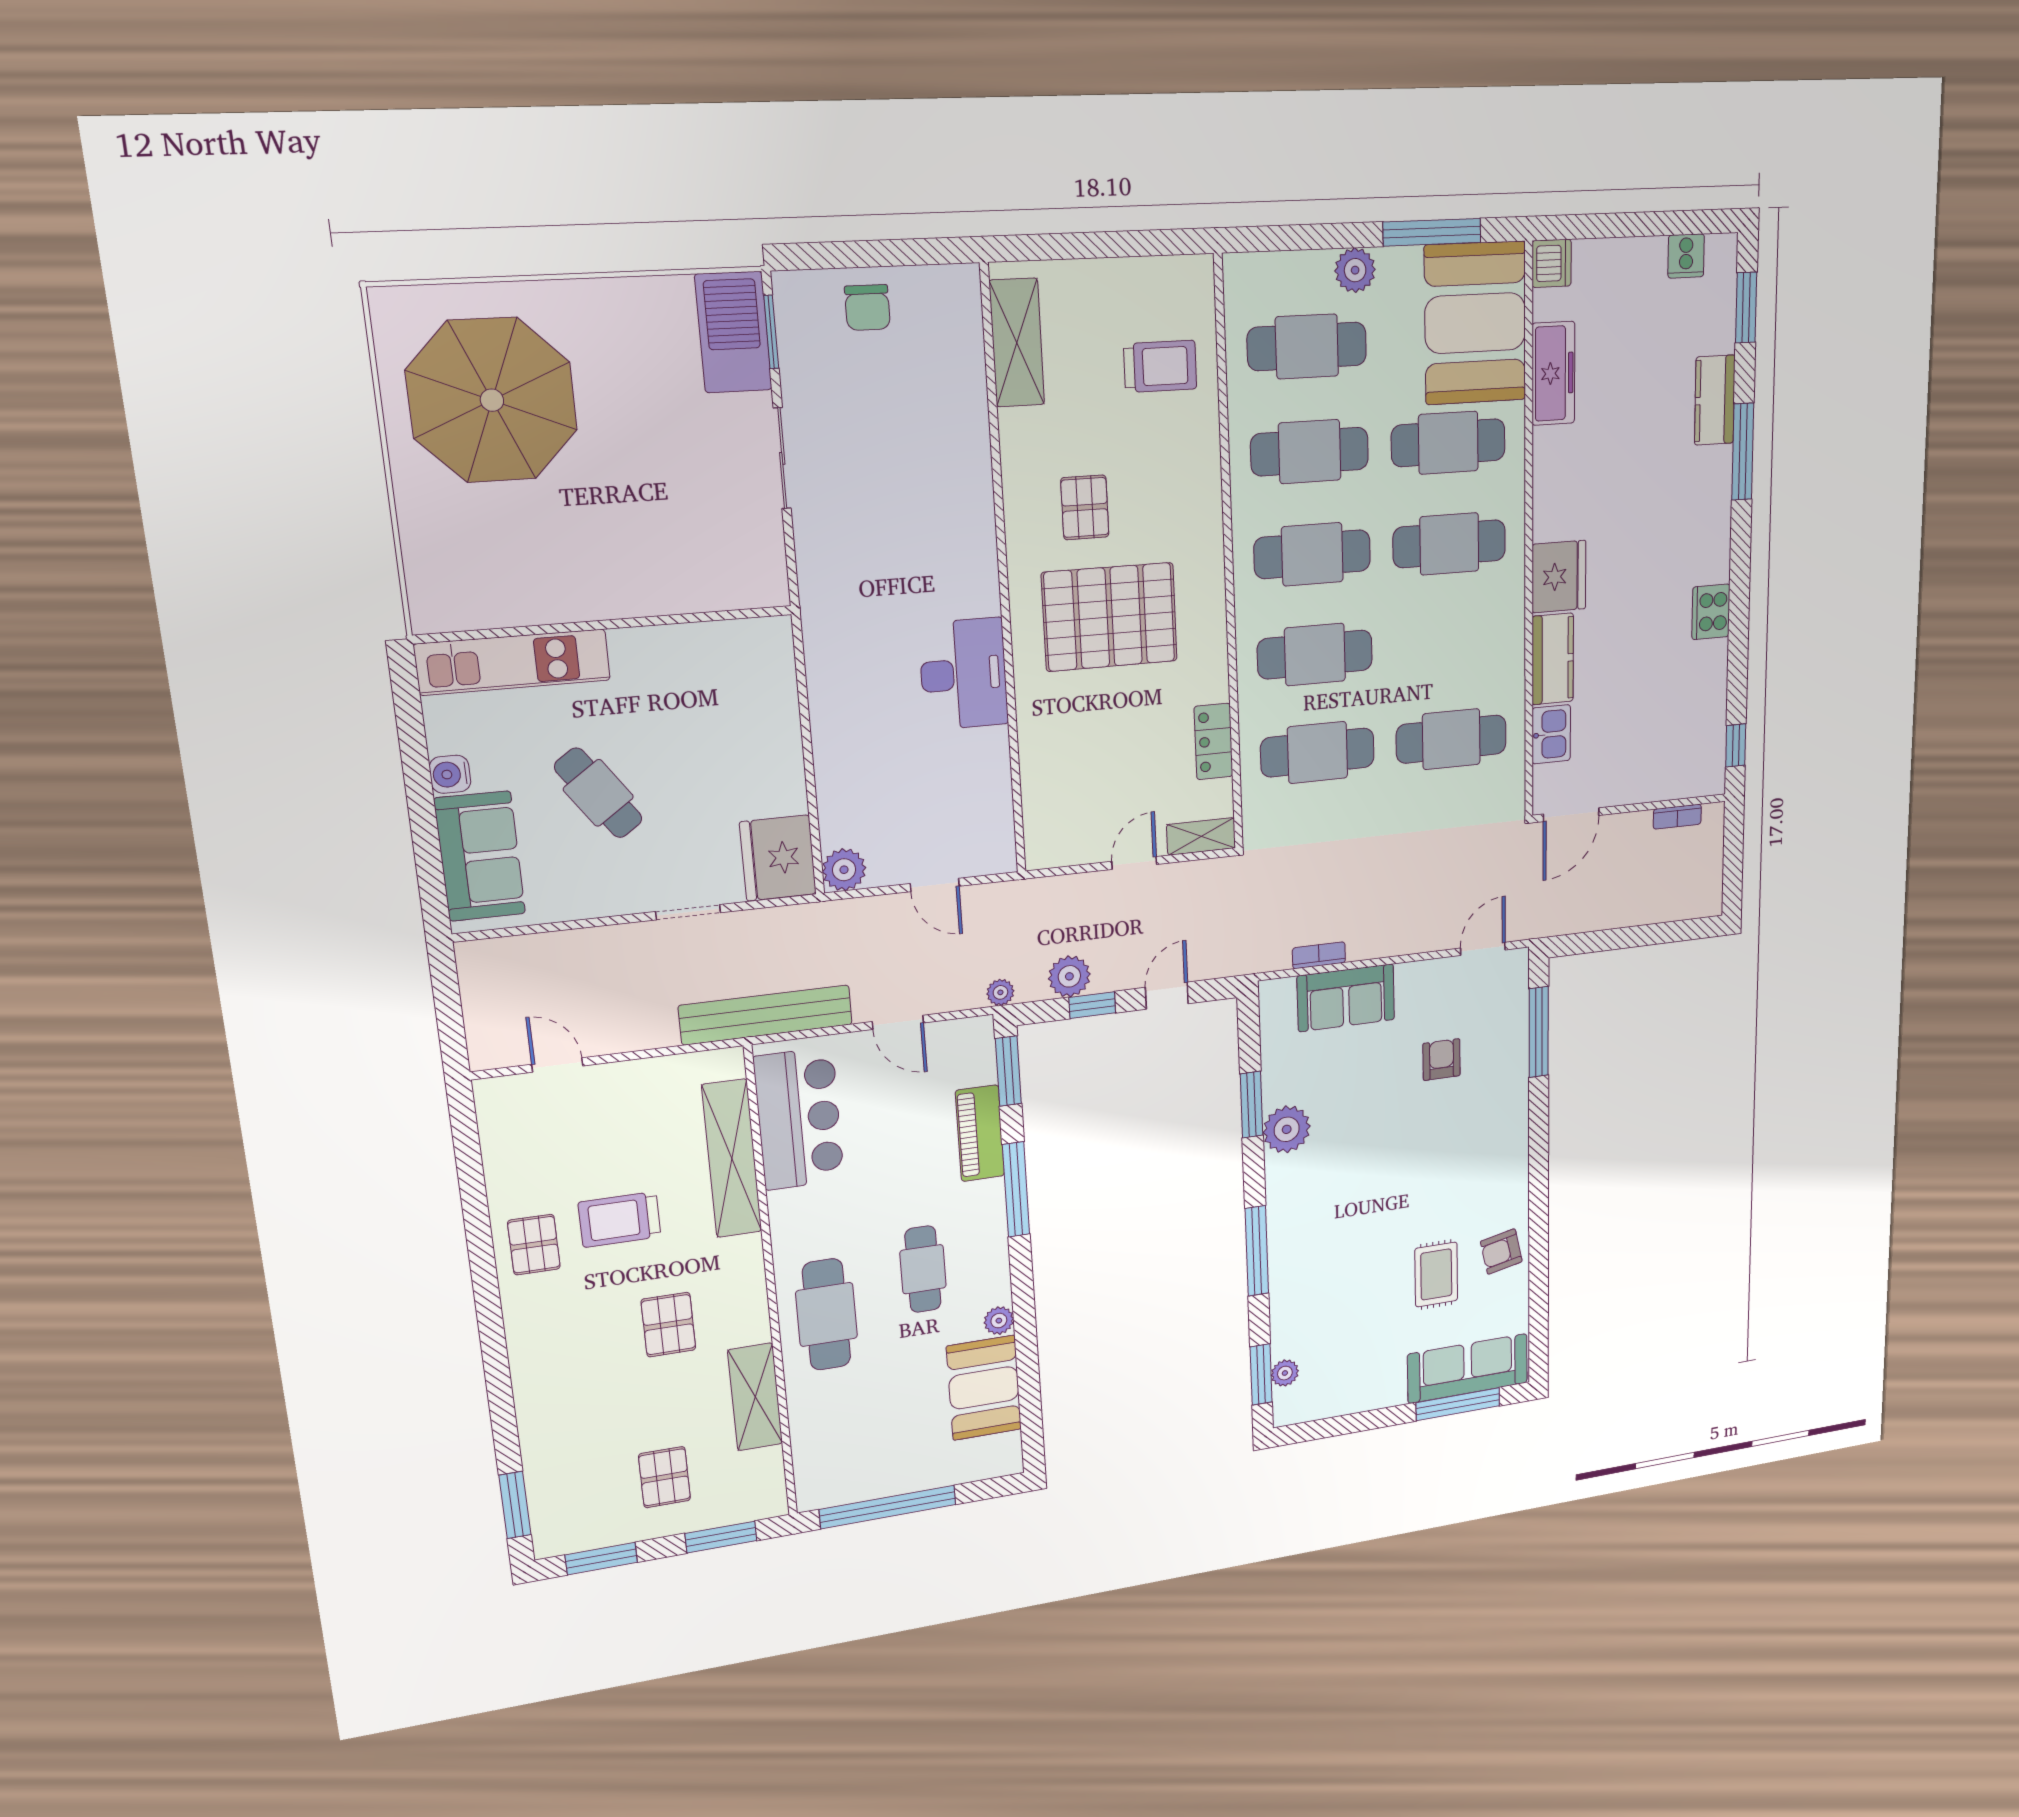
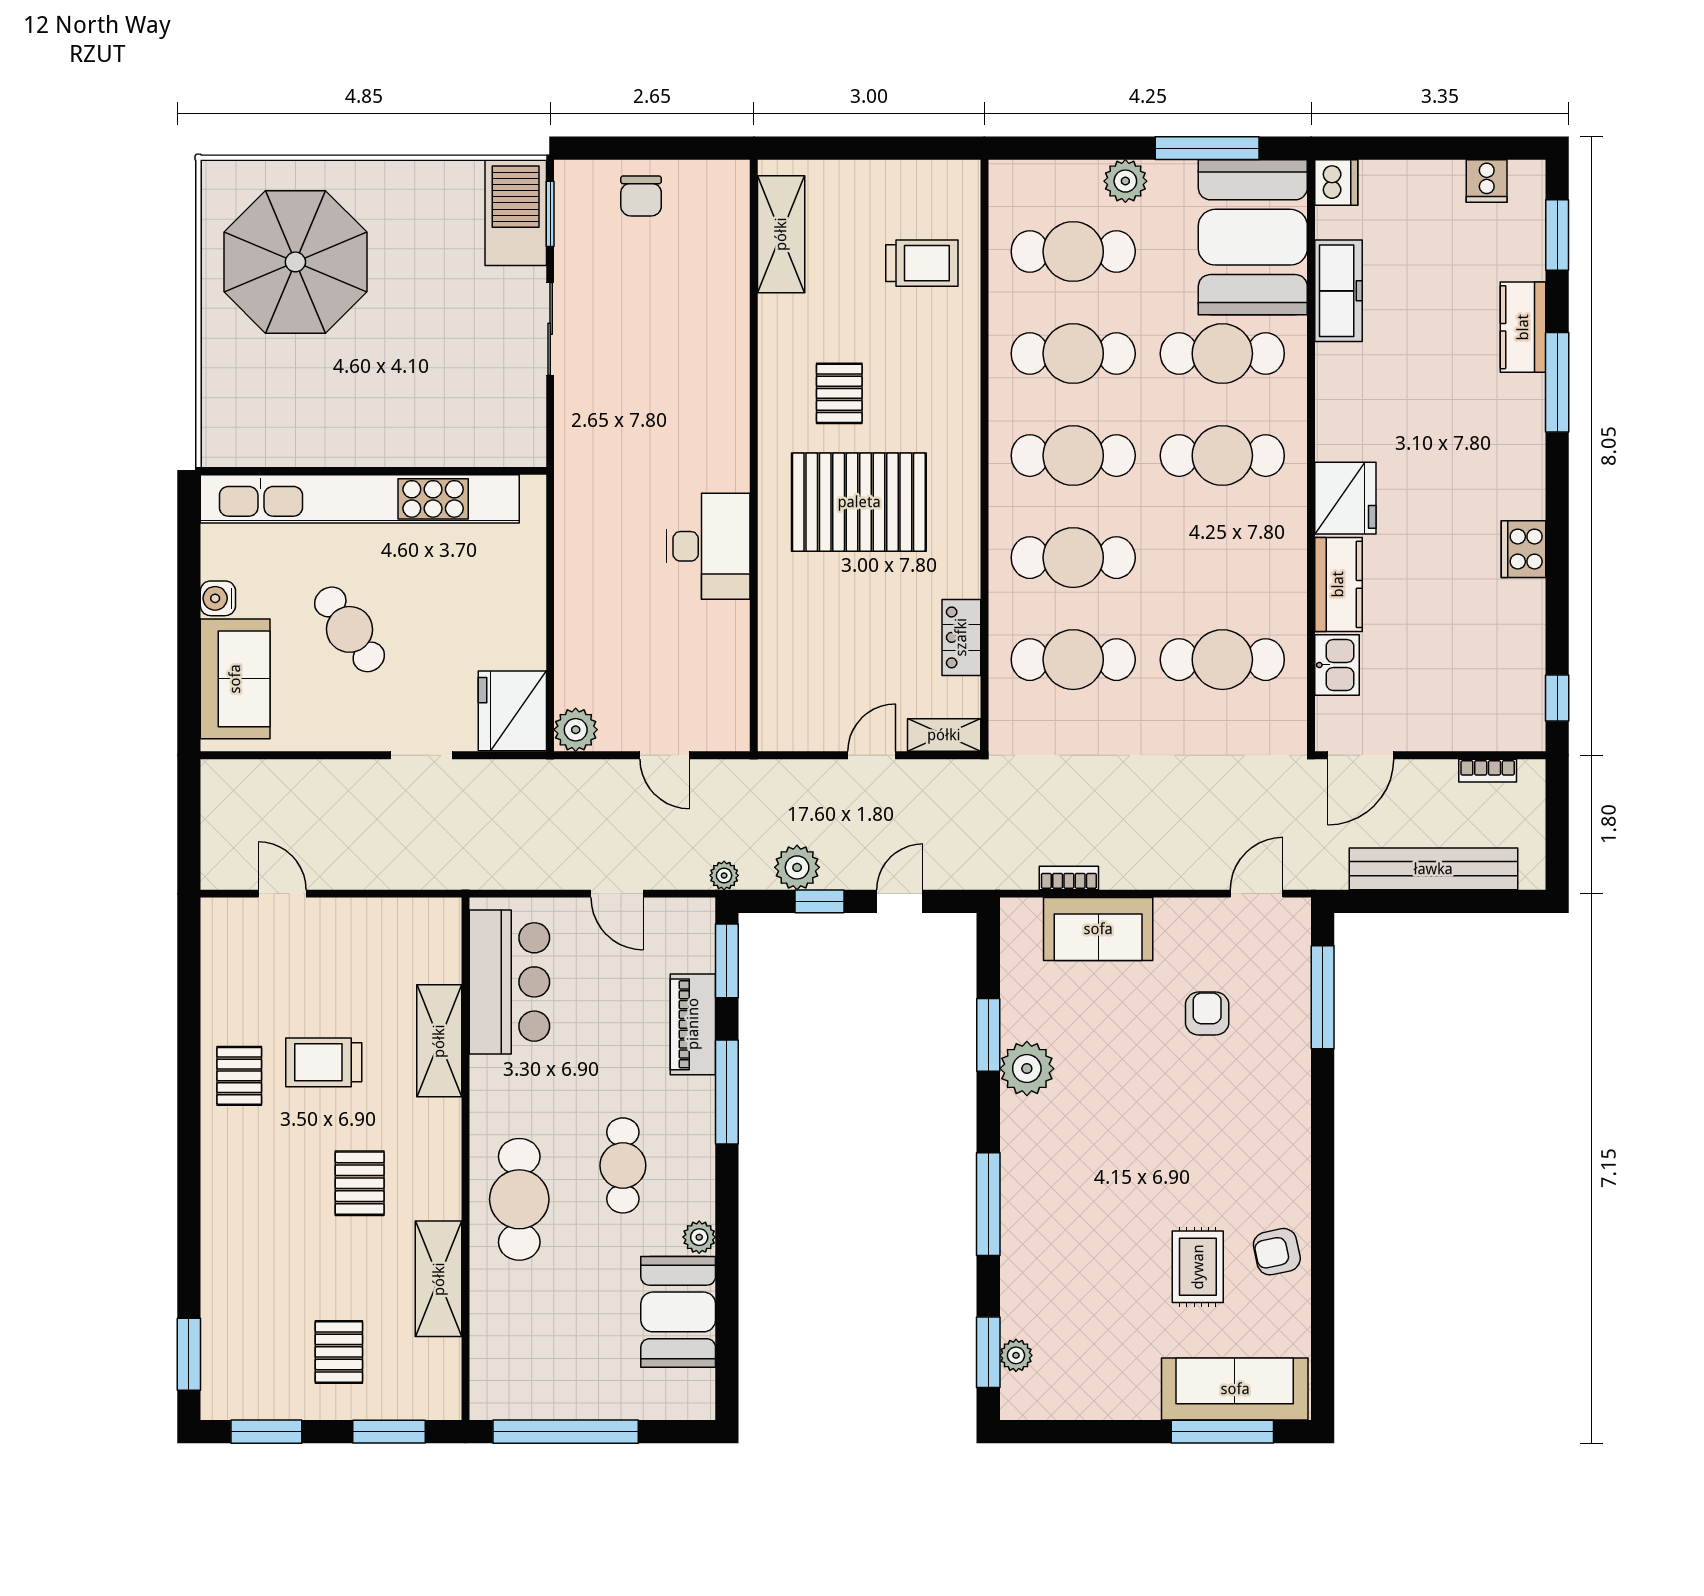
kitchen unit: (513, 662) -> (360, 499), width x1.86
bench: (766, 1015) -> (1433, 869), moved
shelving: (732, 1159) -> (439, 1041), width x0.68

